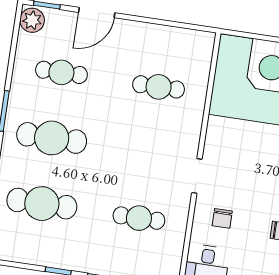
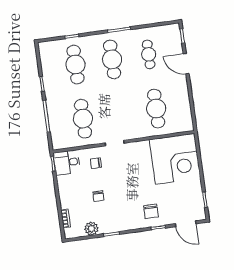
plant: (32, 20) -> (172, 31), removed
cafe table: (159, 87) -> (156, 109), width x1.37, depth x1.35
cafe table: (139, 218) -> (83, 119), width x1.37, depth x1.35

